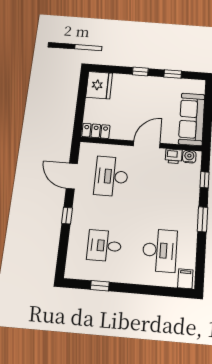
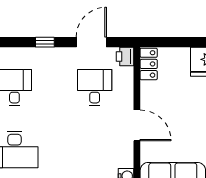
printer: (174, 156) -> (125, 57), moved
desk: (111, 176) -> (95, 88), width x0.73

